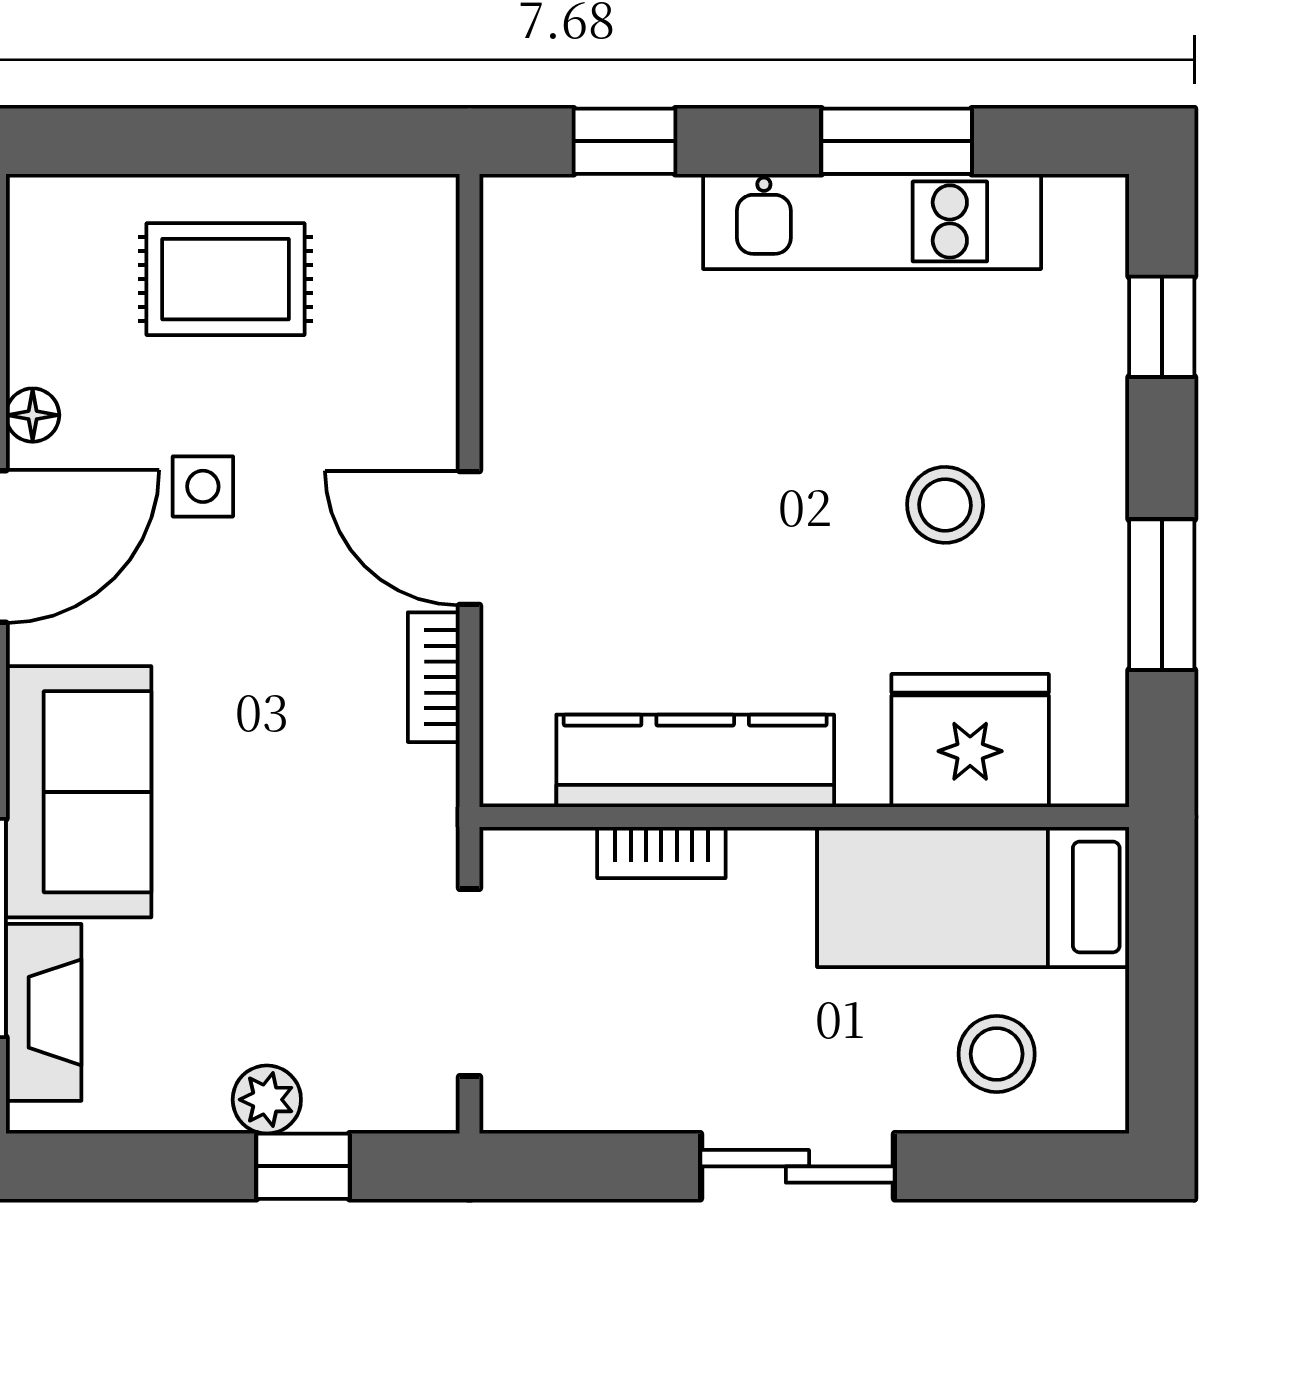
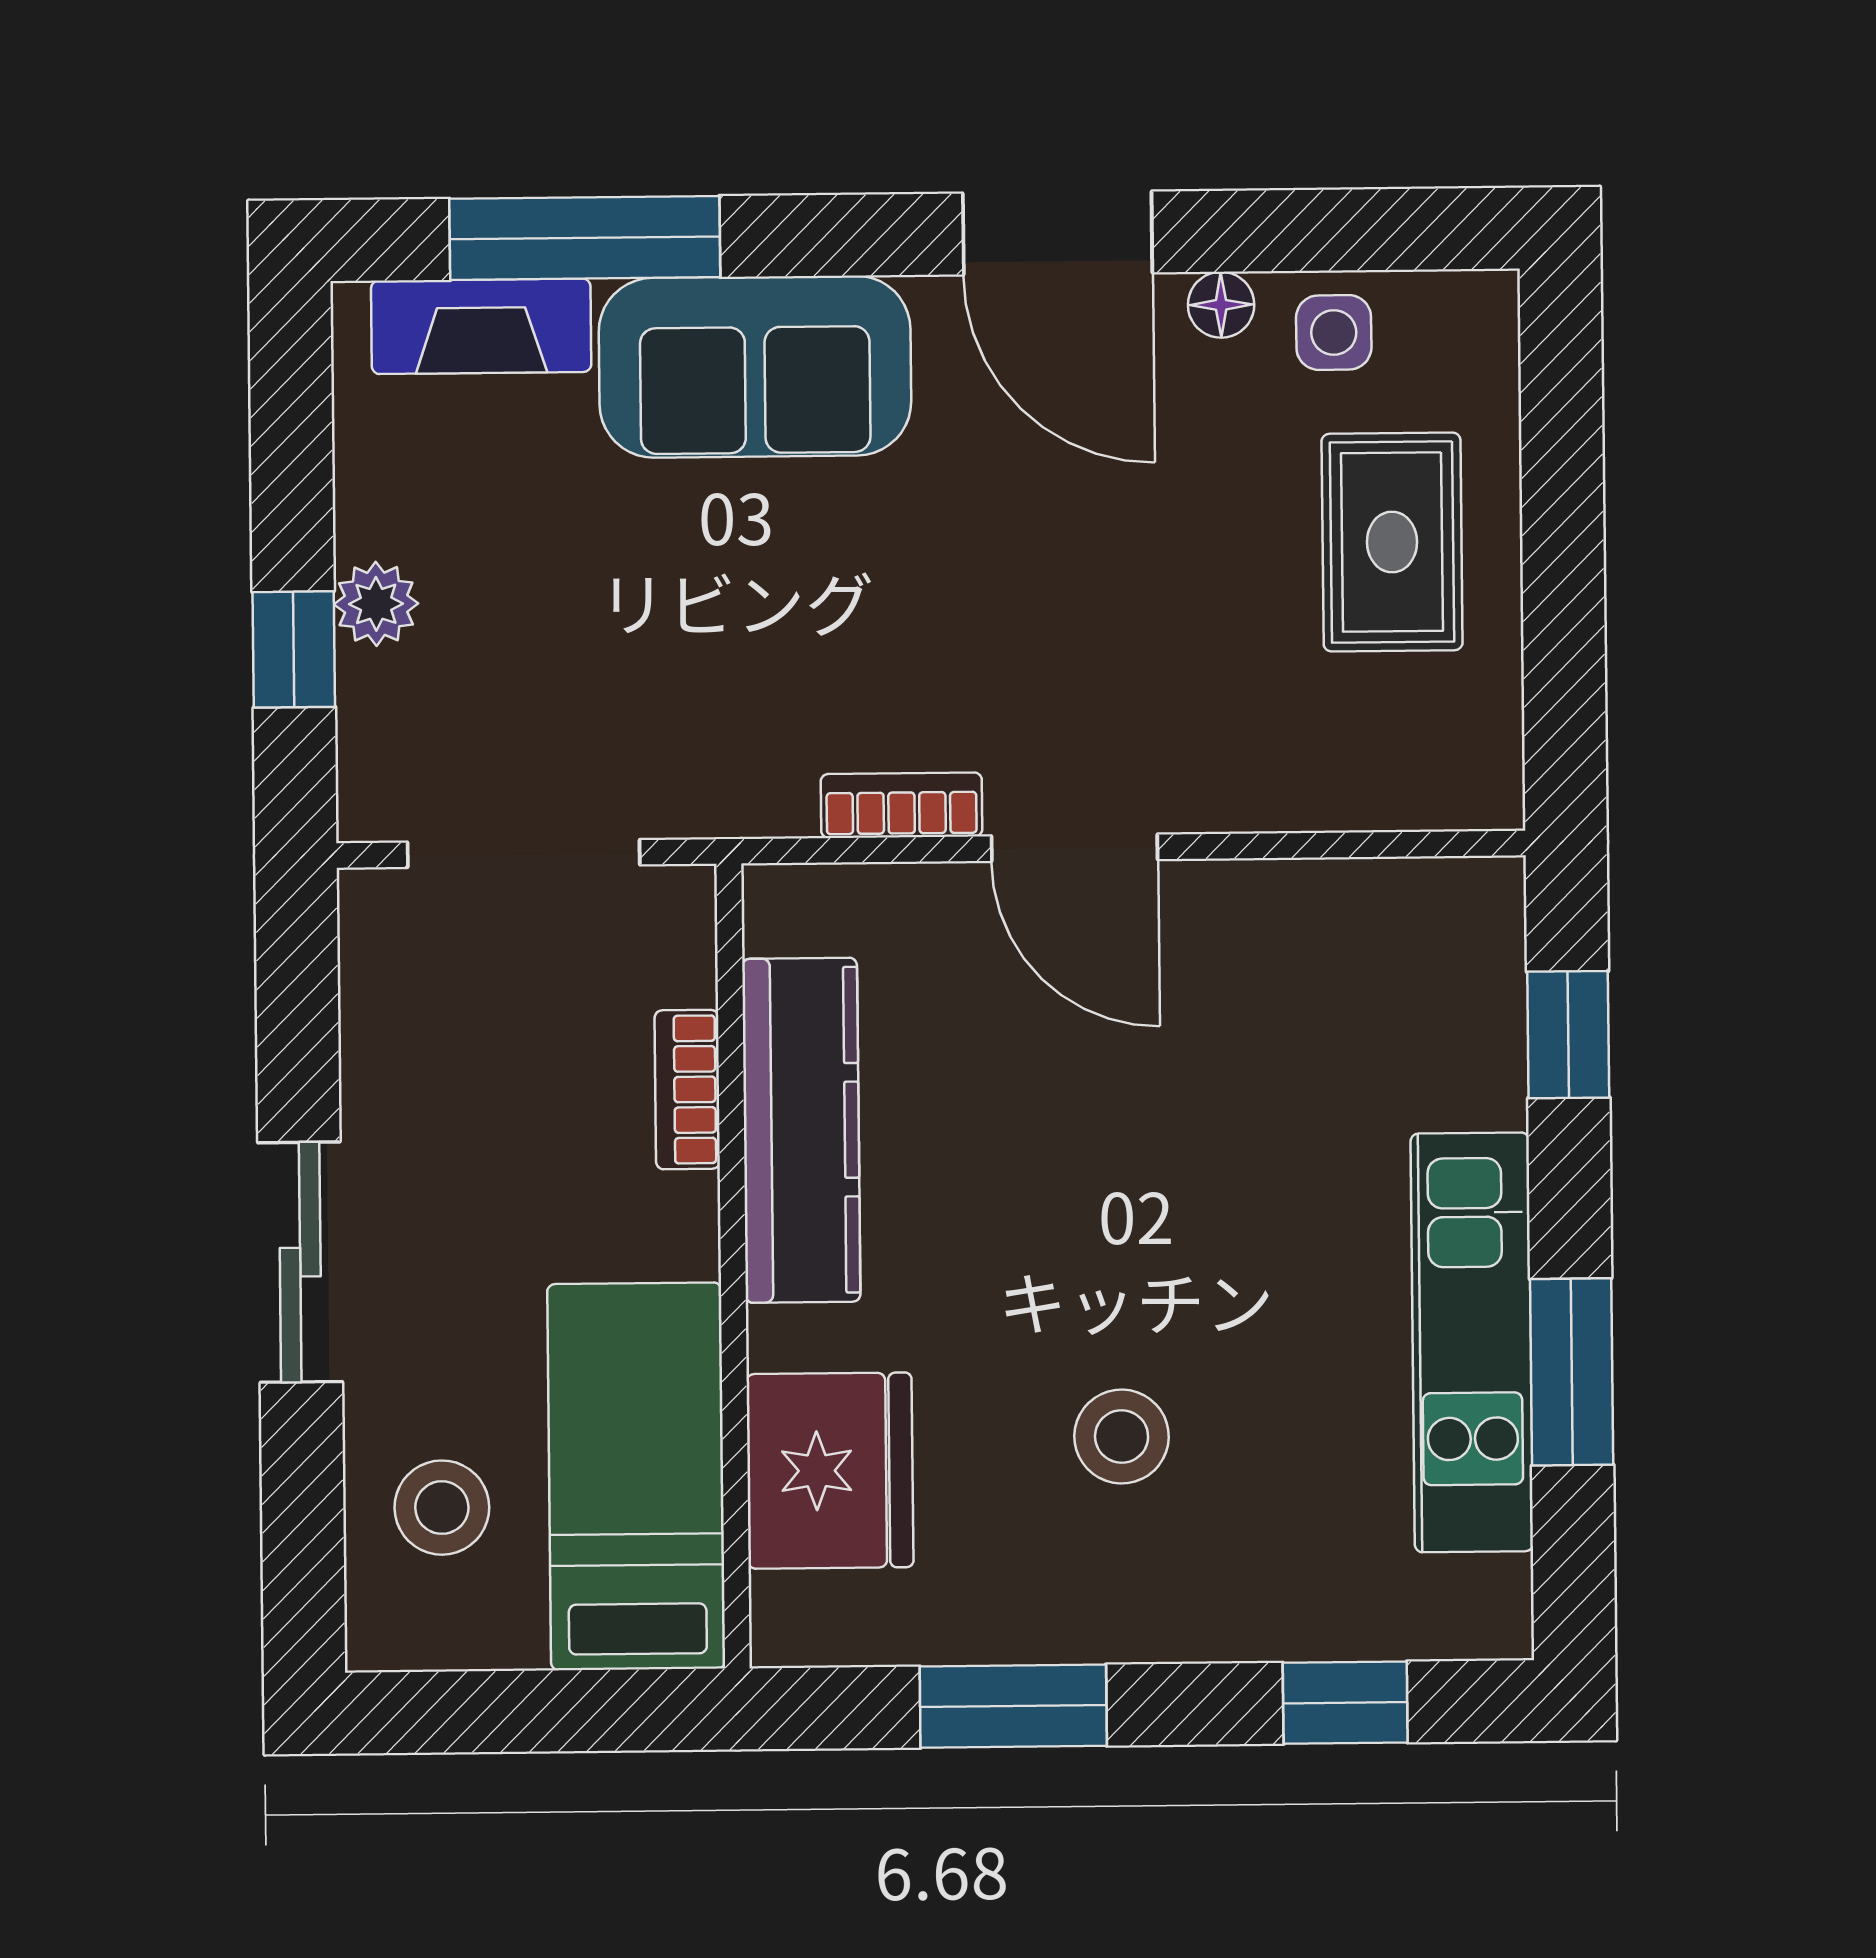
side table: (203, 486) -> (1334, 332), moved
door: (470, 538) -> (1074, 848), swing flipped

